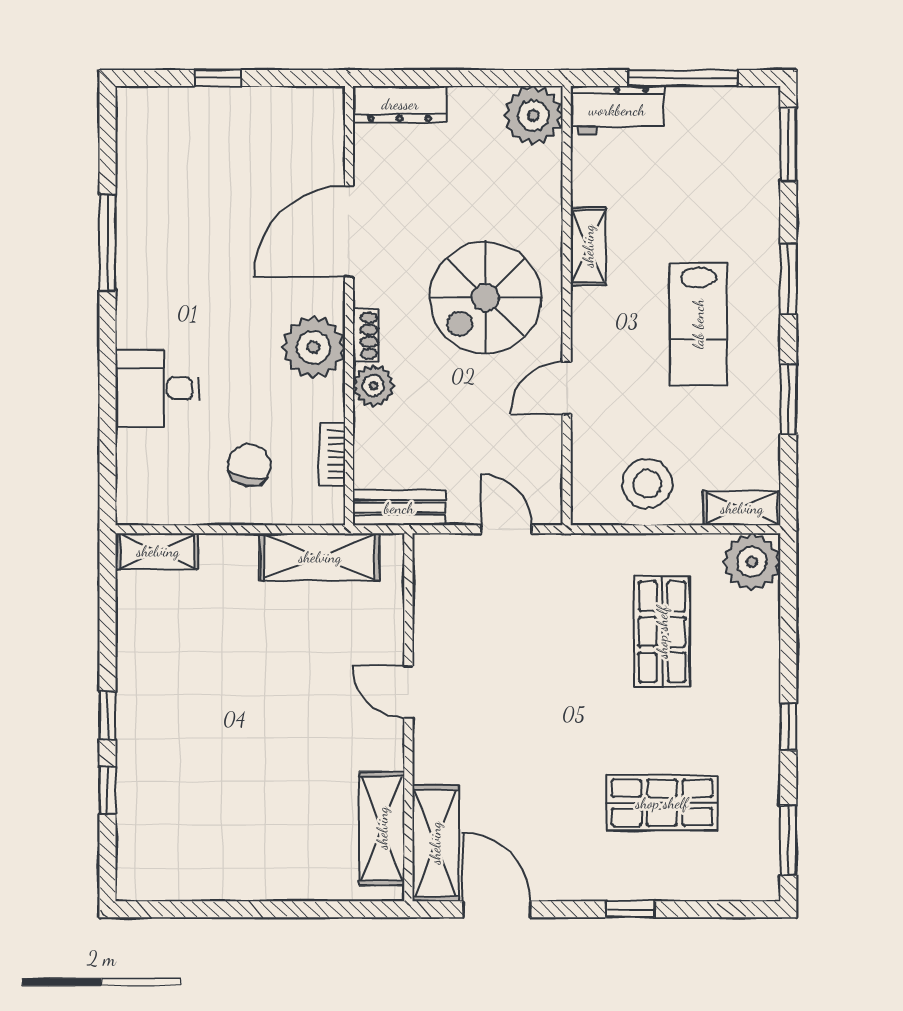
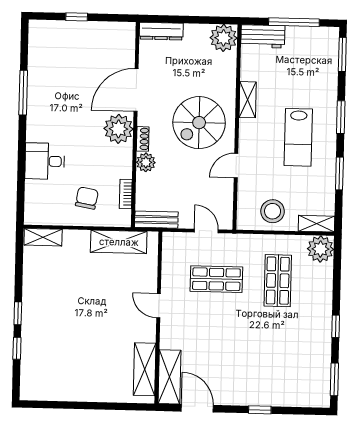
plant: (313, 347) -> (119, 129), moved
shop shelf: (662, 803) -> (216, 279), moved

